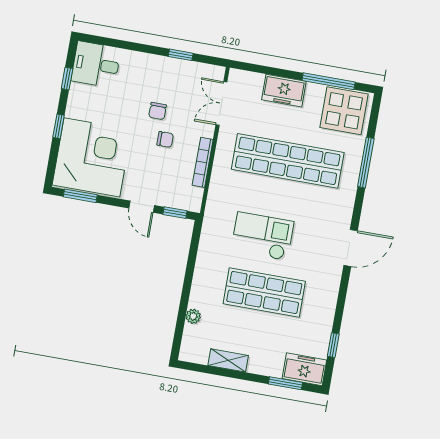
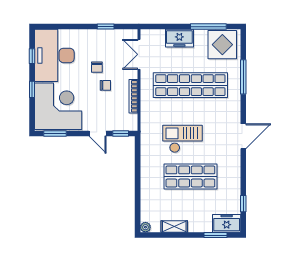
desk: (96, 65) -> (54, 55), width x1.87, depth x1.30
plant: (193, 316) -> (145, 227), moved

